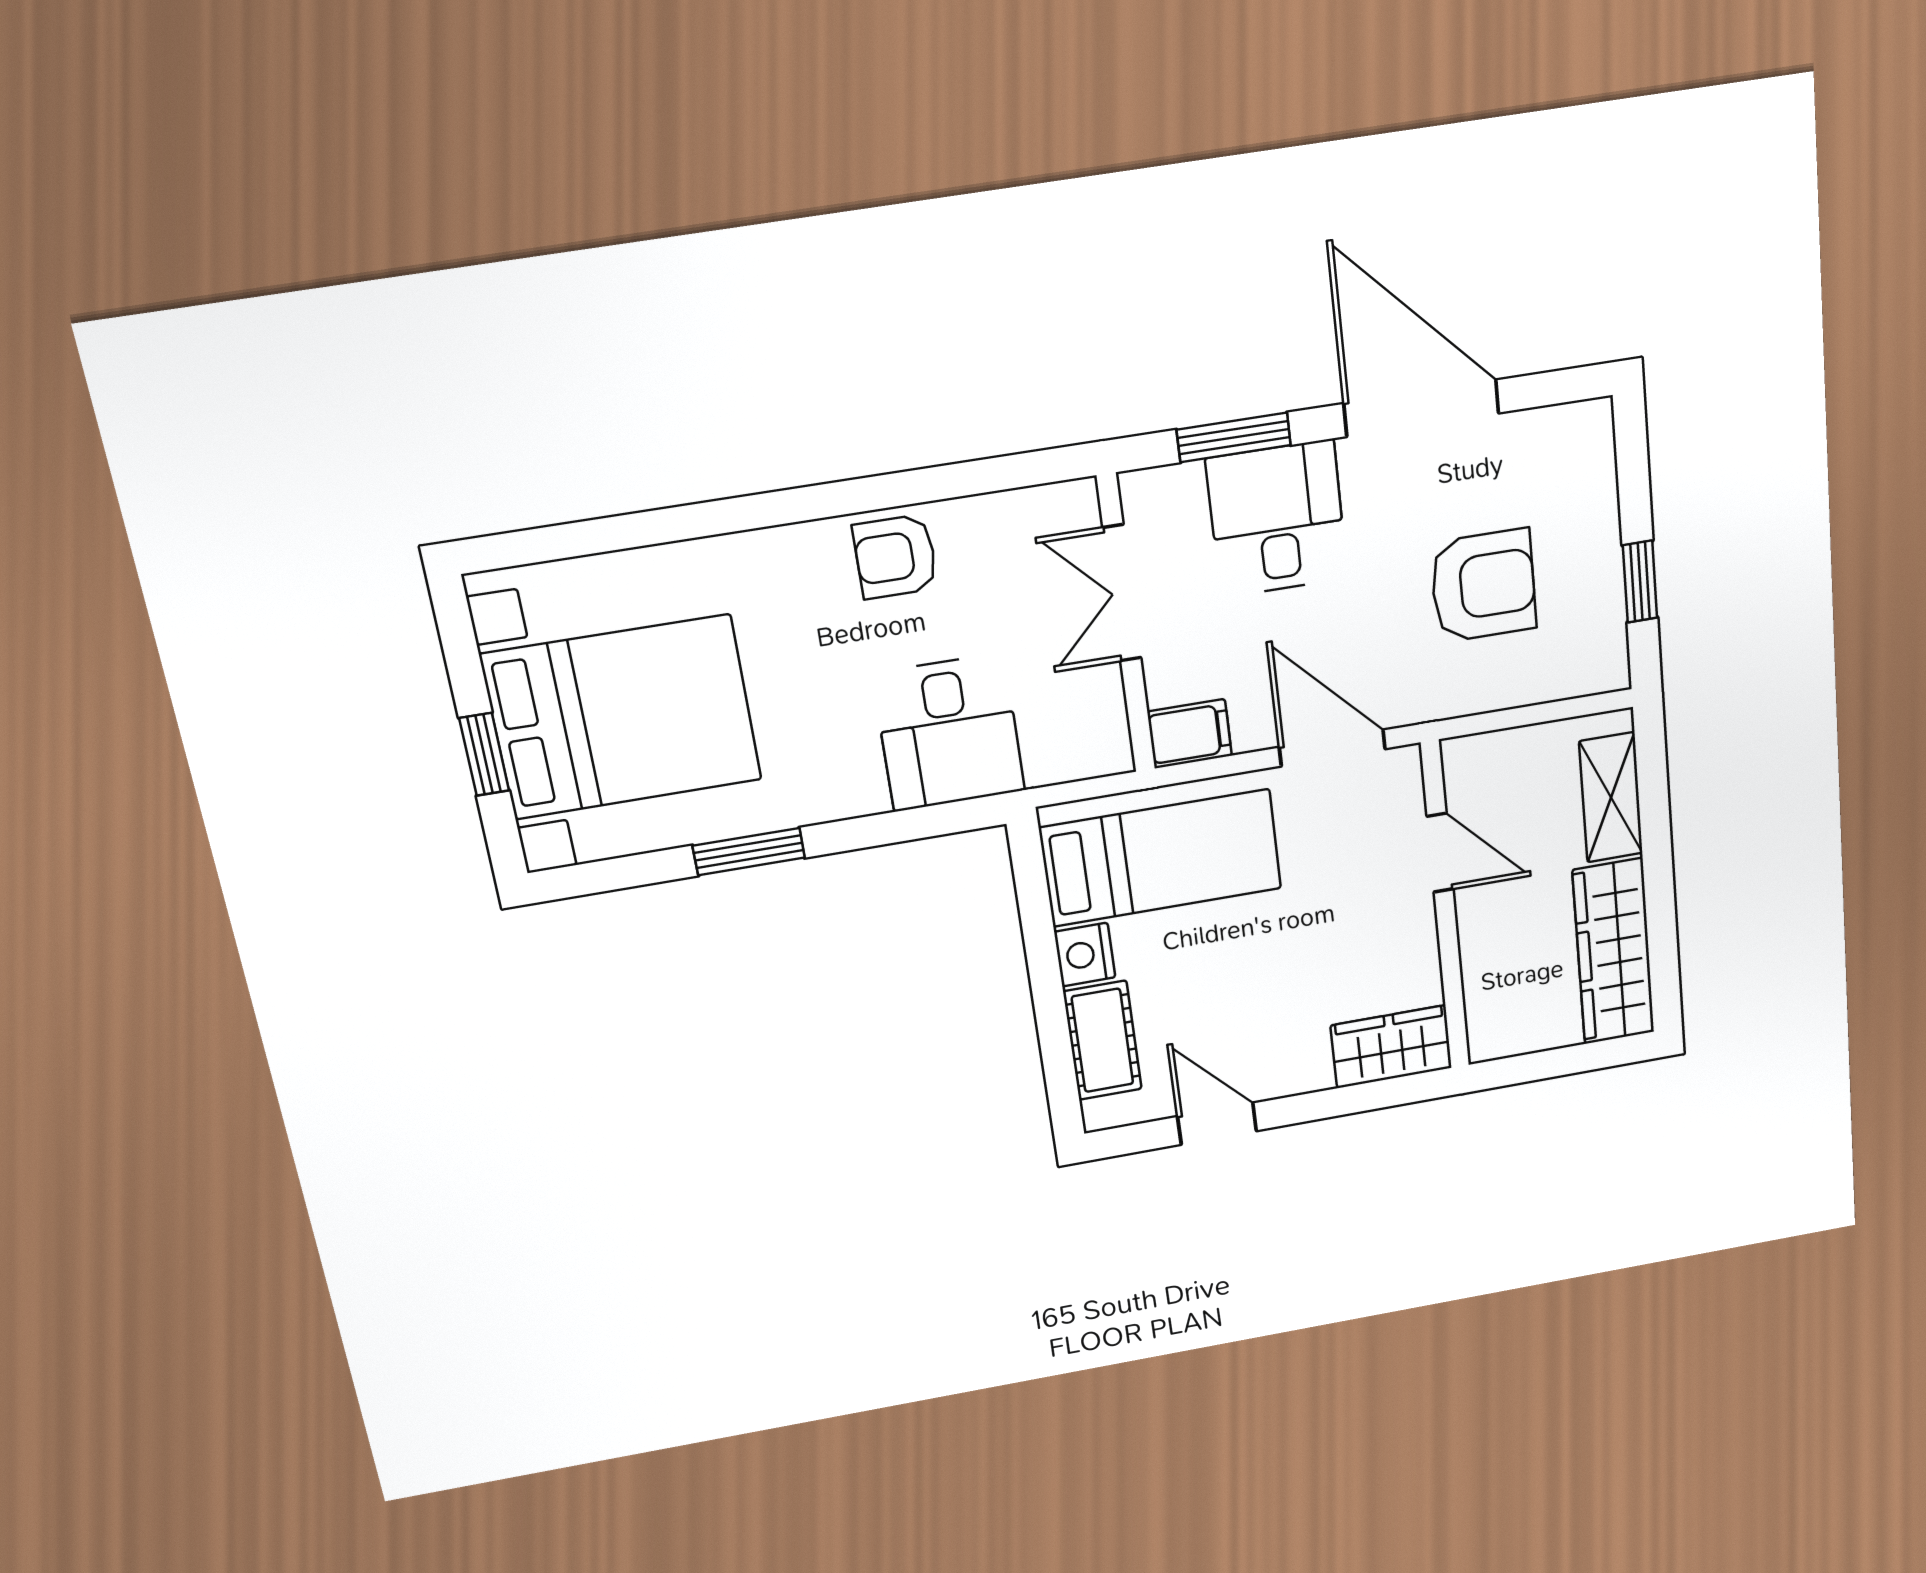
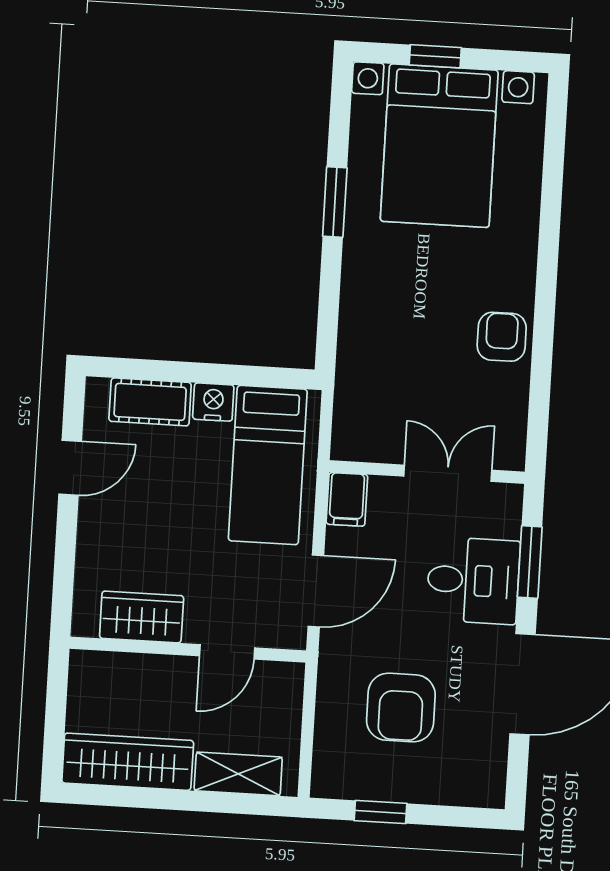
desk: (949, 733) -> (383, 345), removed
wardrobe: (1391, 1047) -> (142, 617), moved, turned -90

